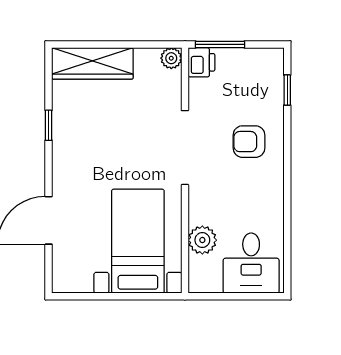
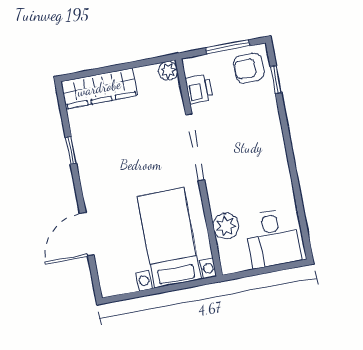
window: (220, 44) -> (228, 47), moved
printer: (201, 62) -> (199, 89), moved
armchair: (249, 142) -> (249, 68), moved

